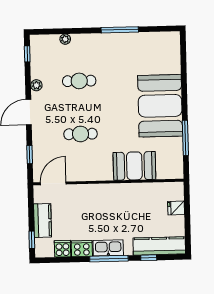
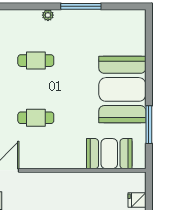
plant: (65, 39) -> (48, 15), moved
booth: (134, 166) -> (109, 154), moved

